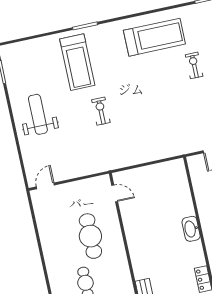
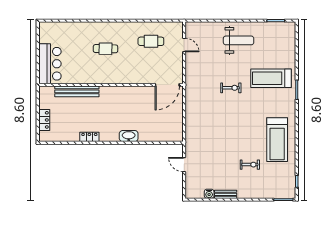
door: (45, 186) -> (184, 45), moved
door: (115, 193) -> (167, 85), width x1.87
cafe table: (90, 236) -> (151, 41), moved, width x0.73, depth x0.74

